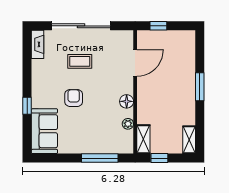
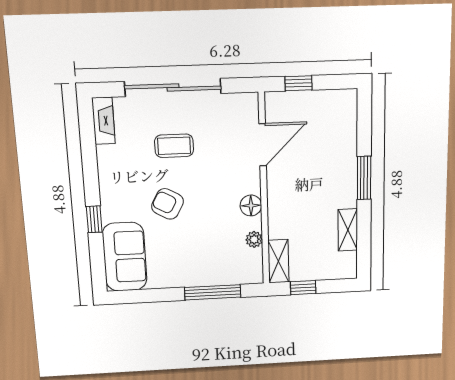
armchair: (74, 98) -> (168, 204), turned -61
shelving: (189, 140) -> (348, 230), moved

